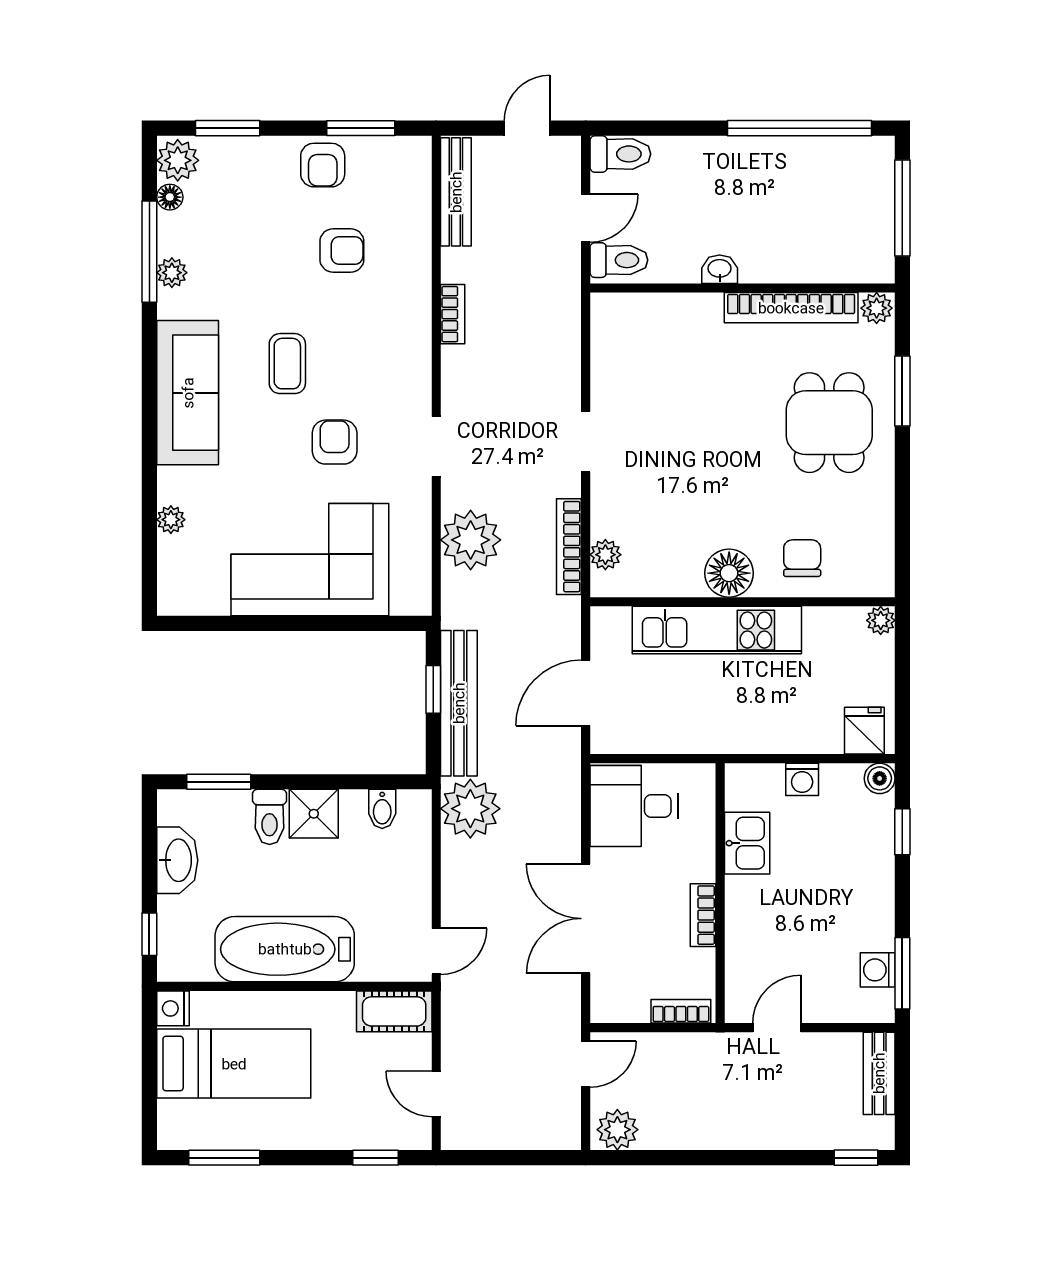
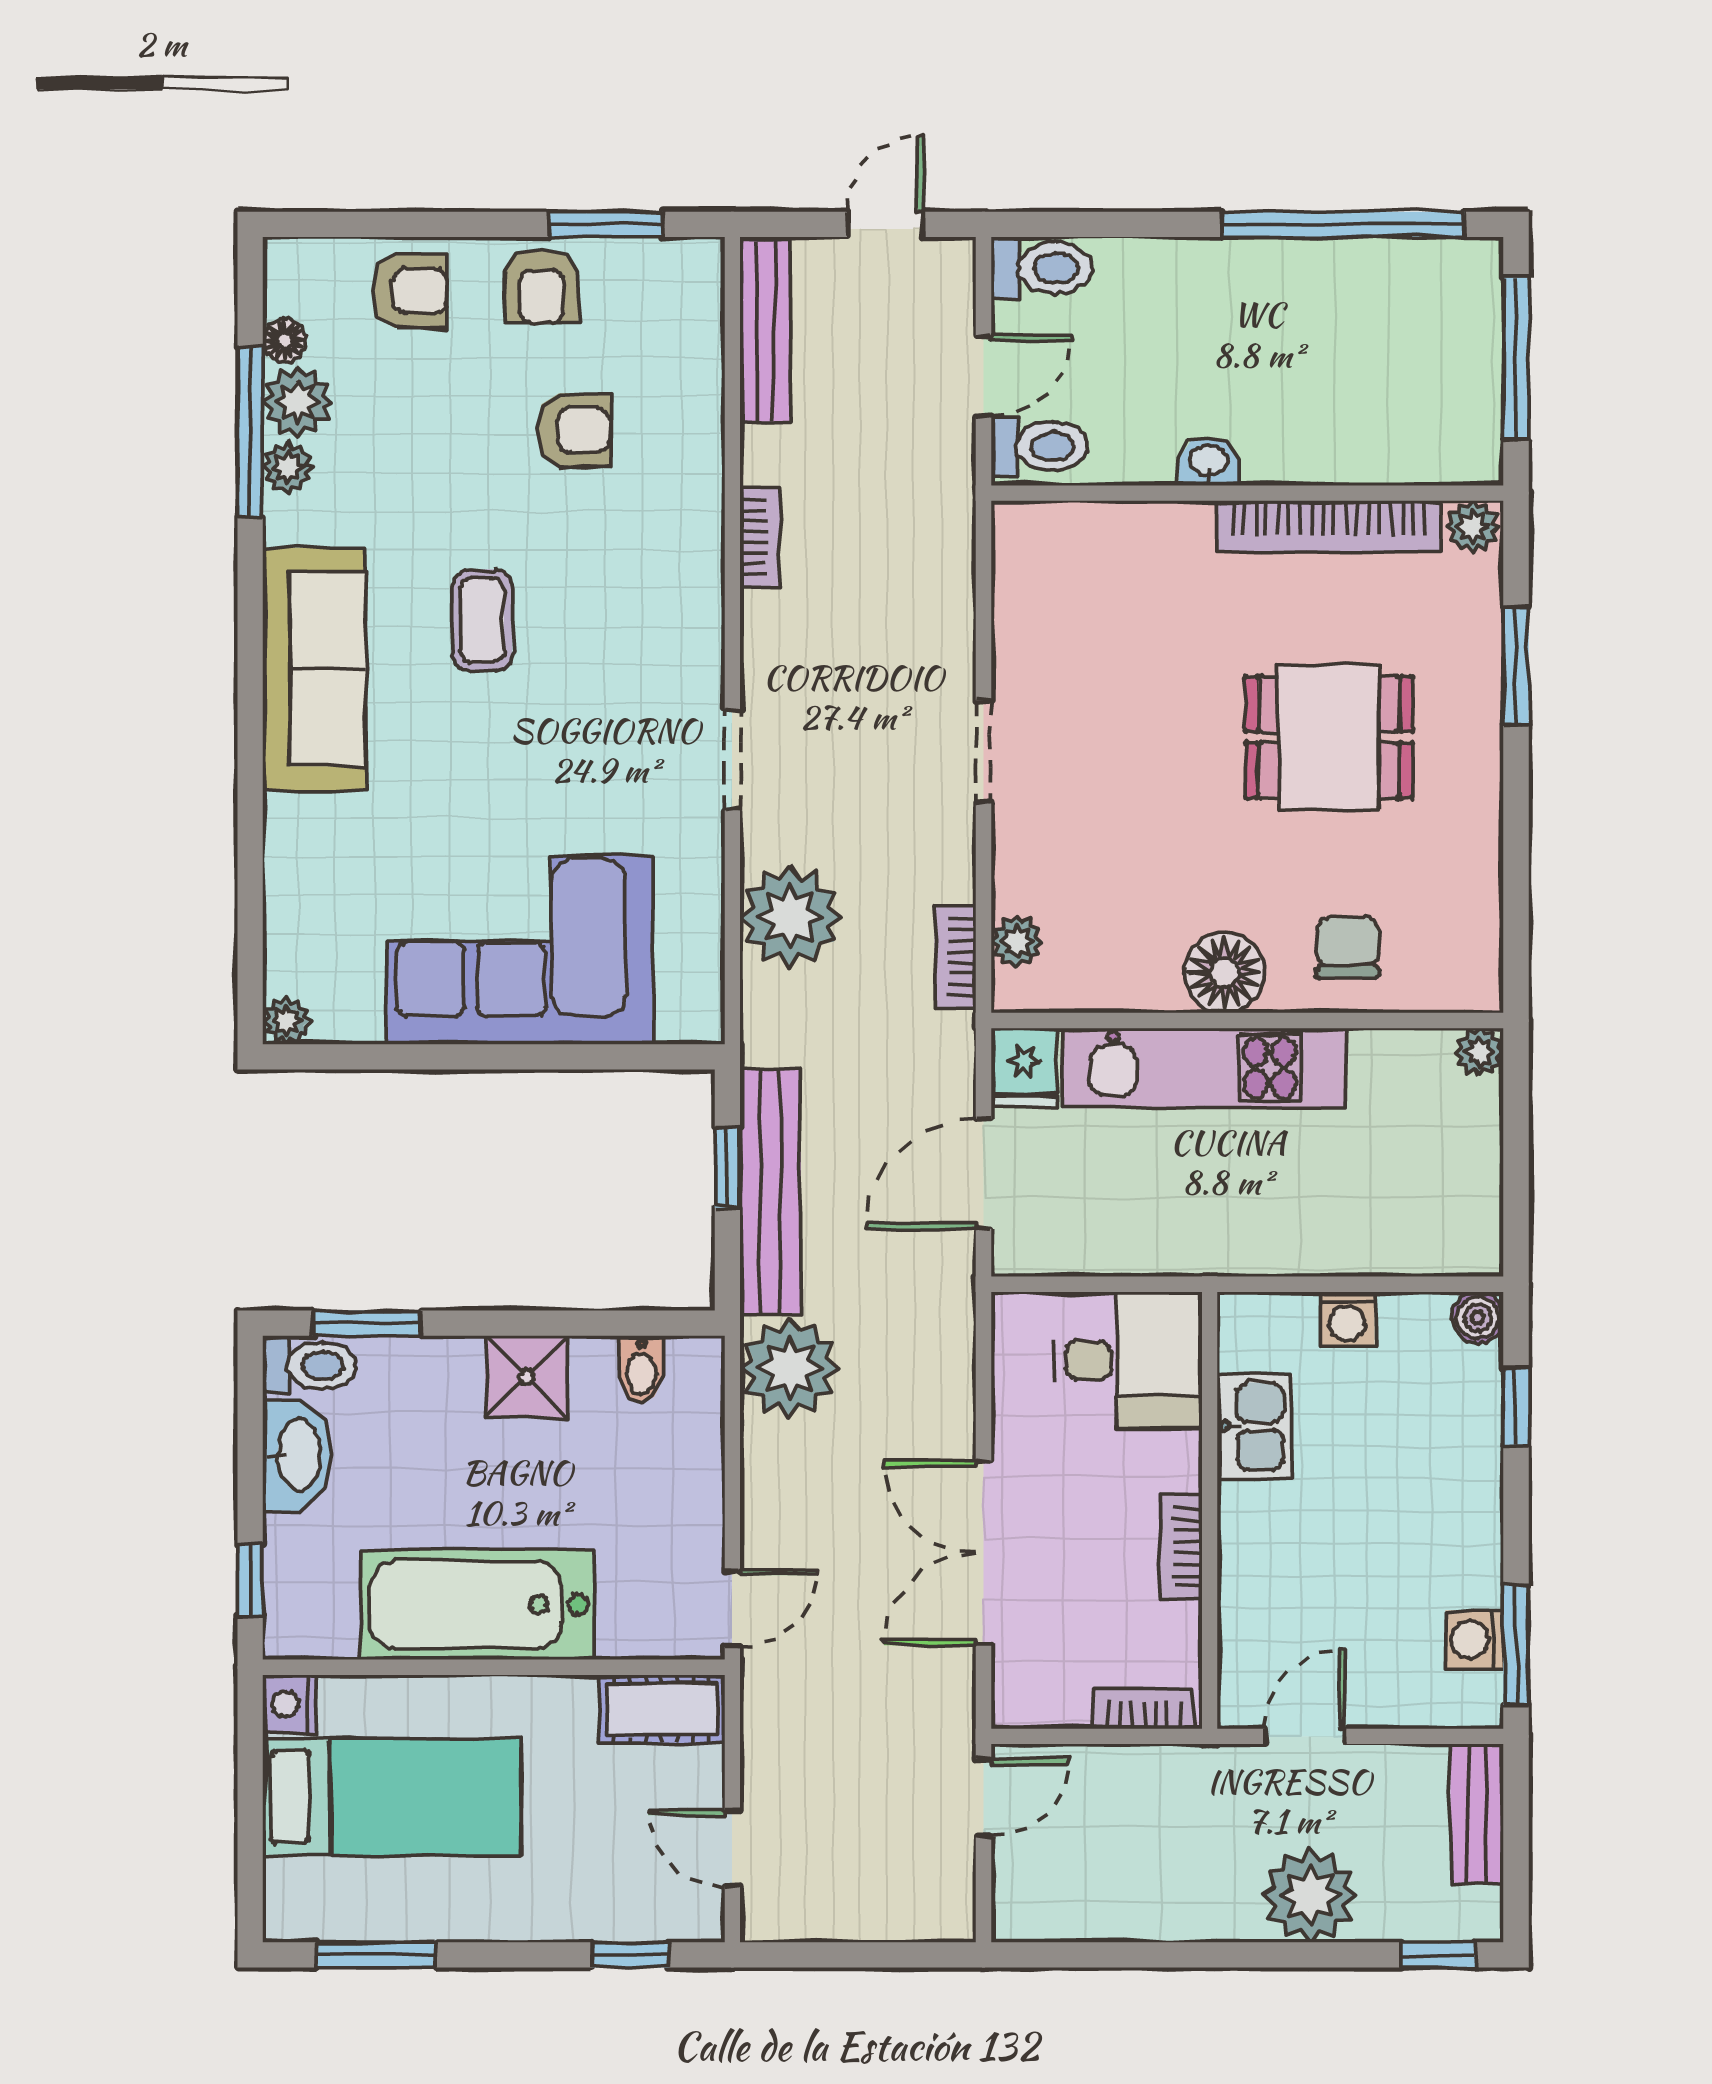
window: (228, 128) -> (382, 224), removed
plant: (178, 160) -> (298, 402), moved
dining table: (829, 423) -> (1329, 737), moved, turned 90
armchair: (335, 442) -> (410, 291), moved, turned 90
plant: (171, 520) -> (286, 1021), moved
bookcase: (569, 547) -> (955, 957), width x0.64
fridge: (864, 731) -> (1024, 1068), moved, turned 180
desk: (634, 806) -> (1128, 1360), moved, turned 180
toilet: (270, 817) -> (309, 1366), moved, turned -90
plant: (617, 1130) -> (1310, 1896), moved, width x1.36, depth x1.36

